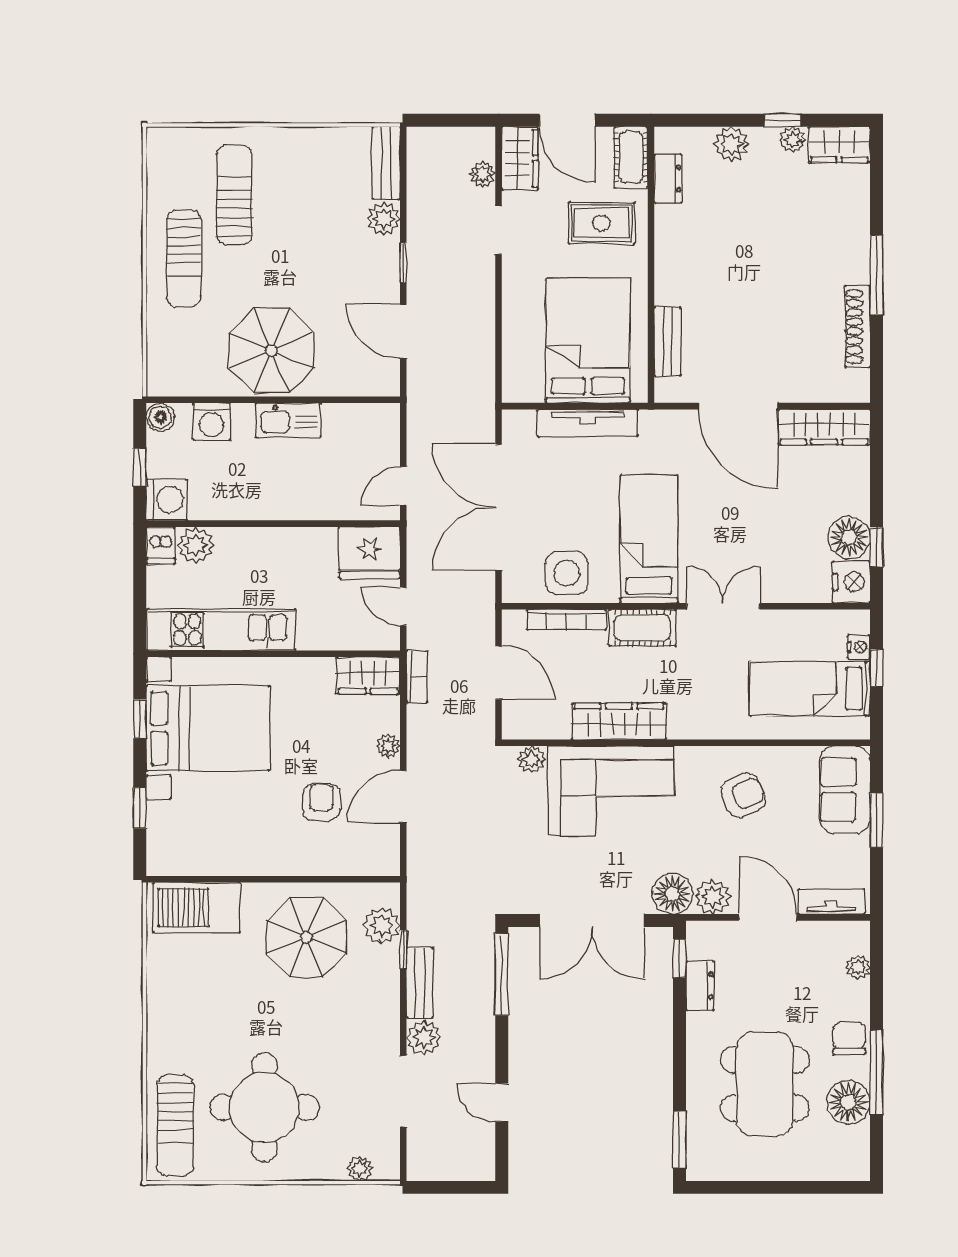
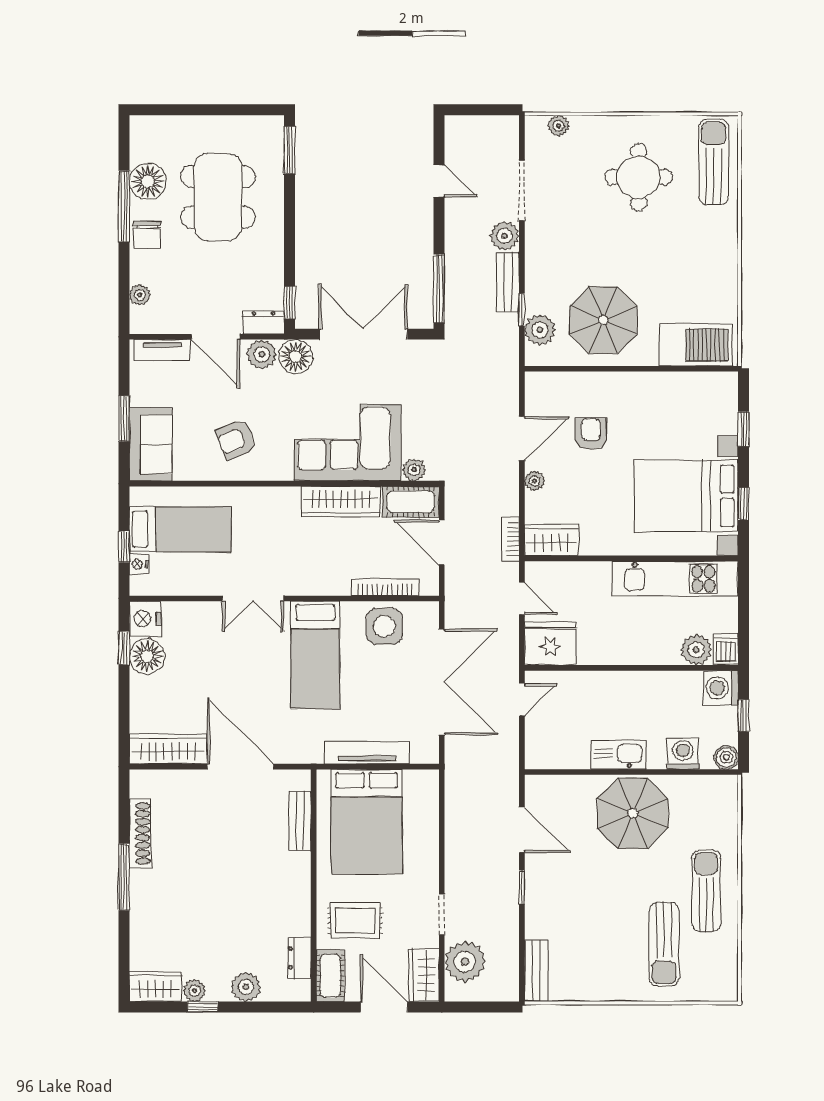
plant: (482, 174) -> (465, 962), width x1.88, depth x1.88
plant: (384, 219) -> (538, 924), removed
cot: (642, 628) -> (411, 502), moved
armchair: (321, 802) -> (591, 434), turned 180
dresser: (700, 986) -> (263, 322), moved, turned 90
round table: (264, 1107) -> (639, 177), width x0.73, depth x0.73

